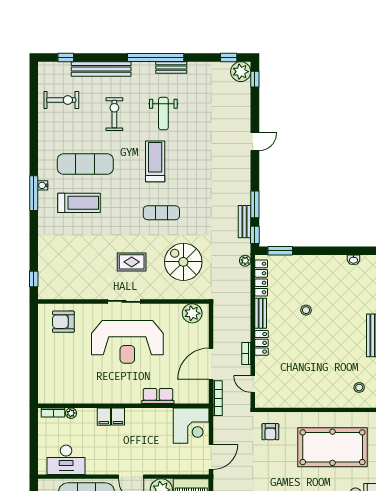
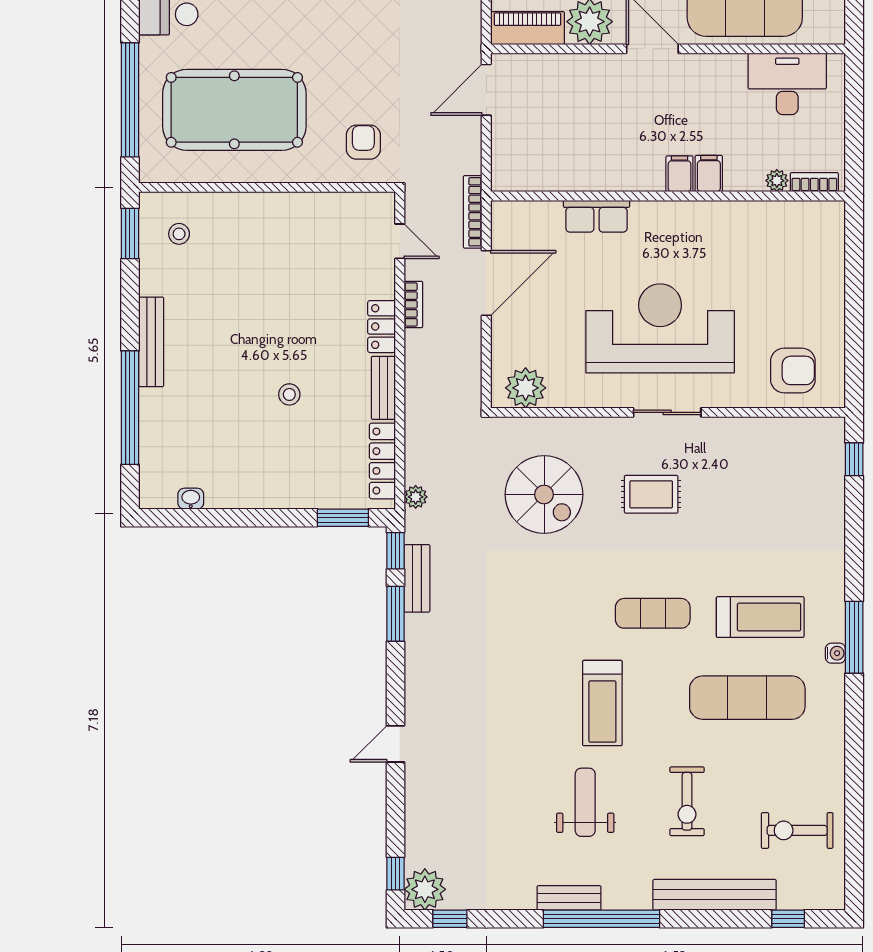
treadmill: (79, 203) -> (760, 617), turned 180
exercise mat: (161, 213) -> (653, 613), moved
corner desk: (191, 426) -> (528, 155), removed

